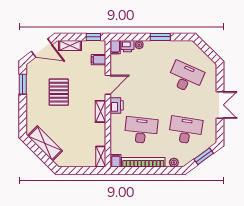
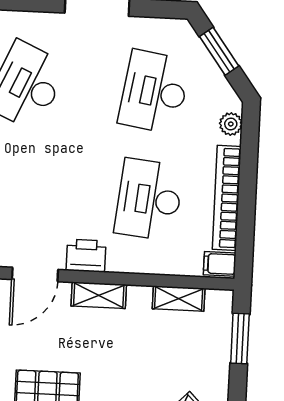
door: (108, 85) -> (35, 274), swing flipped
shelving: (101, 157) -> (179, 299), moved
window: (85, 171) -> (240, 339), added

